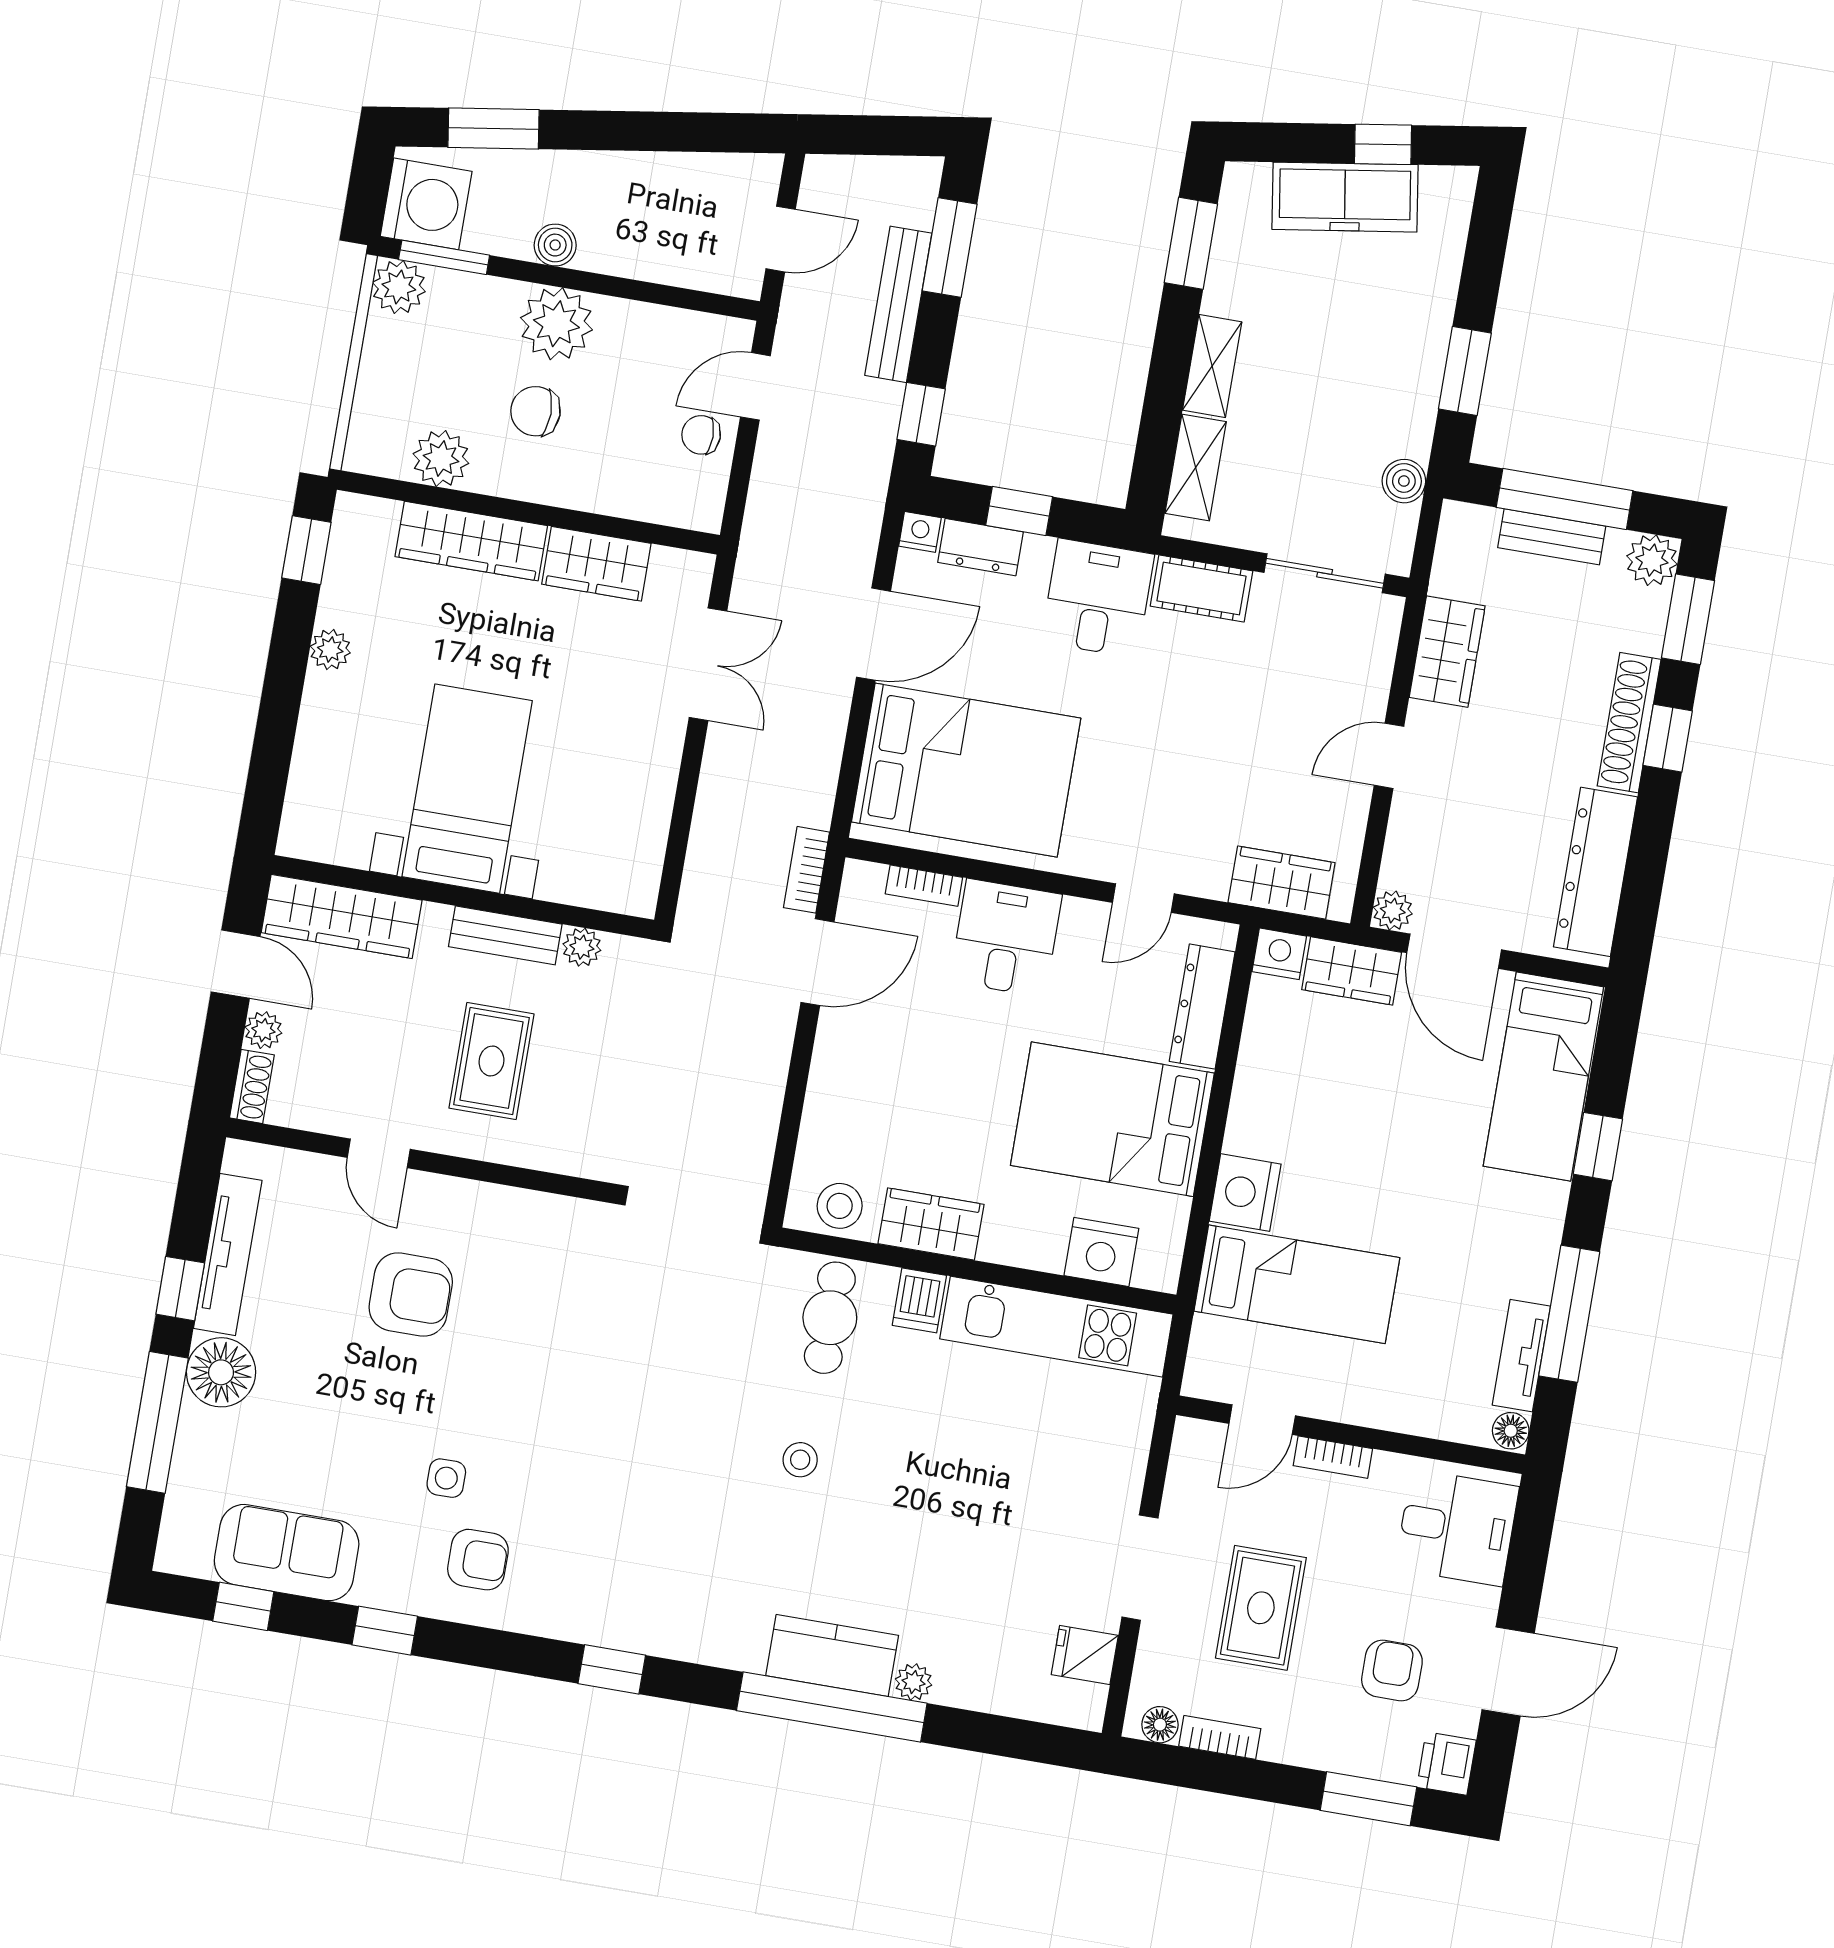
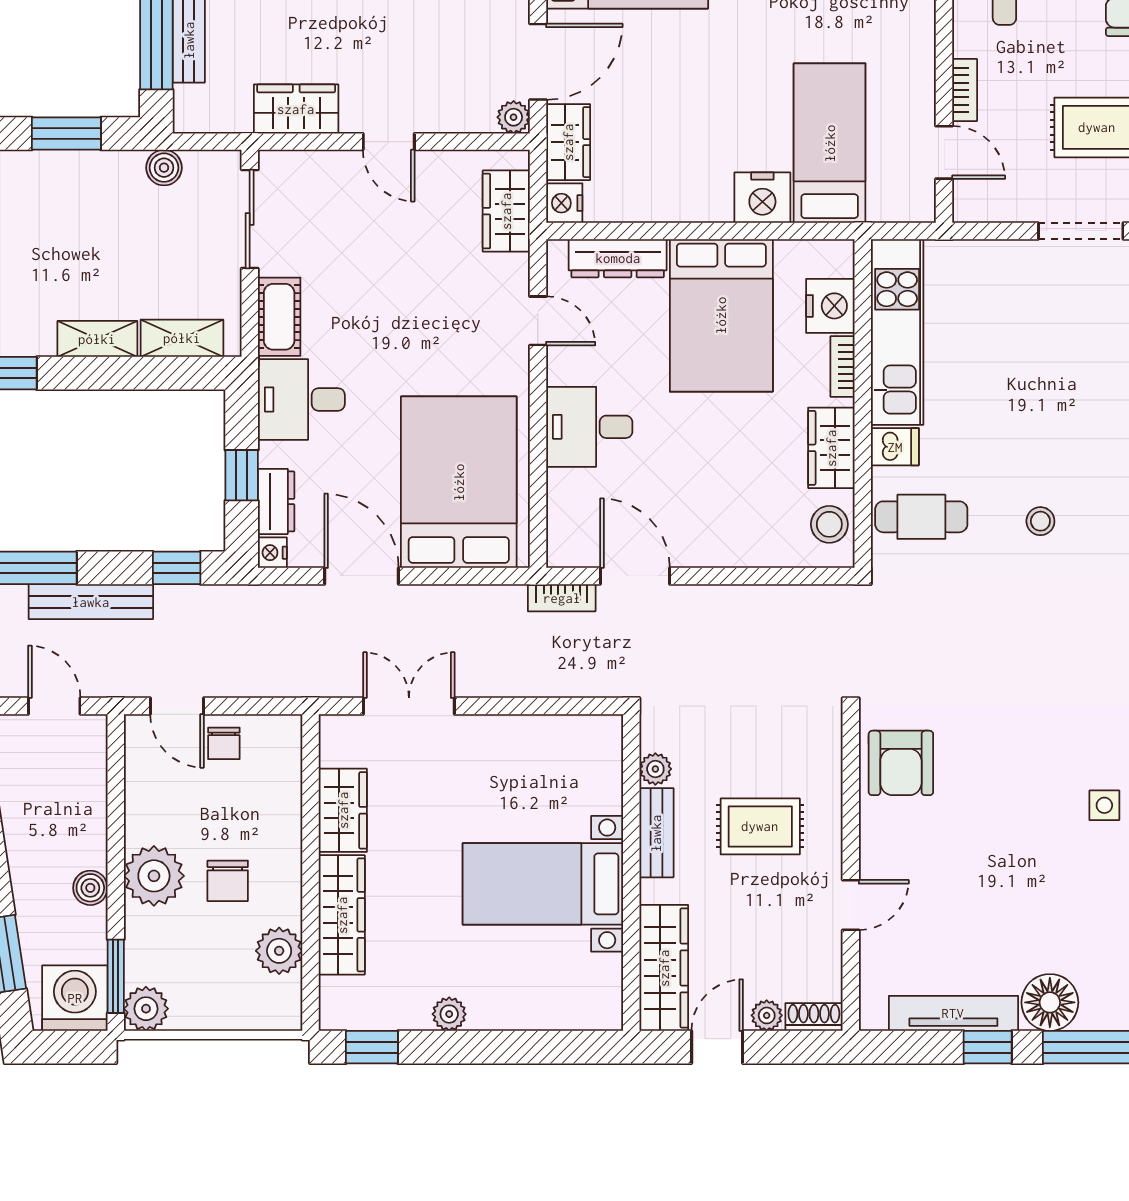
bookcase: (924, 886) -> (843, 367), moved, turned 180
armchair: (411, 1295) -> (901, 763), moved, turned 180

